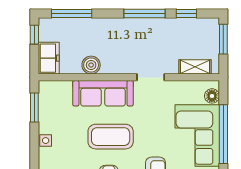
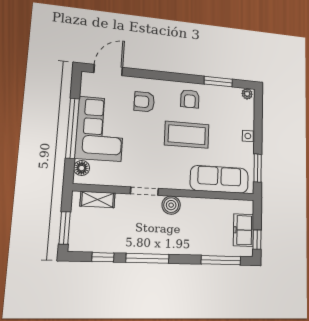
freezer: (49, 58) -> (243, 230), moved
boiler: (91, 65) -> (171, 205), moved
sofa: (103, 93) -> (219, 179), moved

